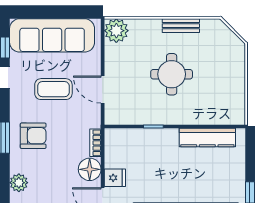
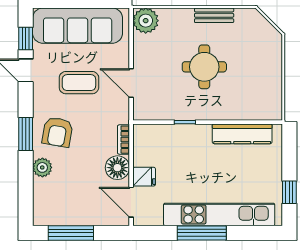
armchair: (33, 136) -> (57, 132), turned 100
plant: (19, 183) -> (42, 167), moved

